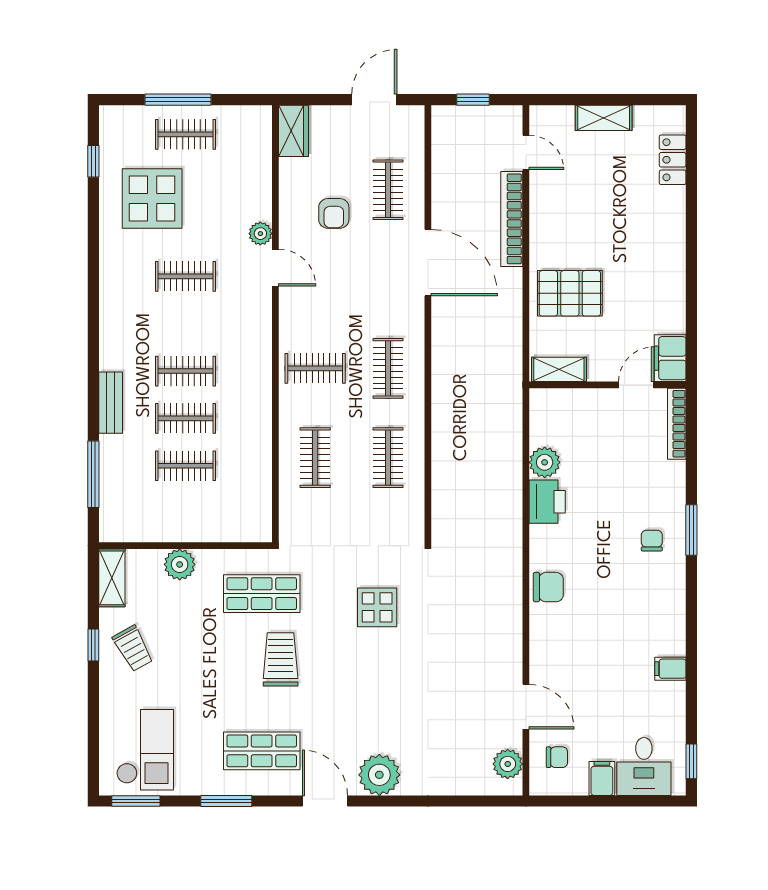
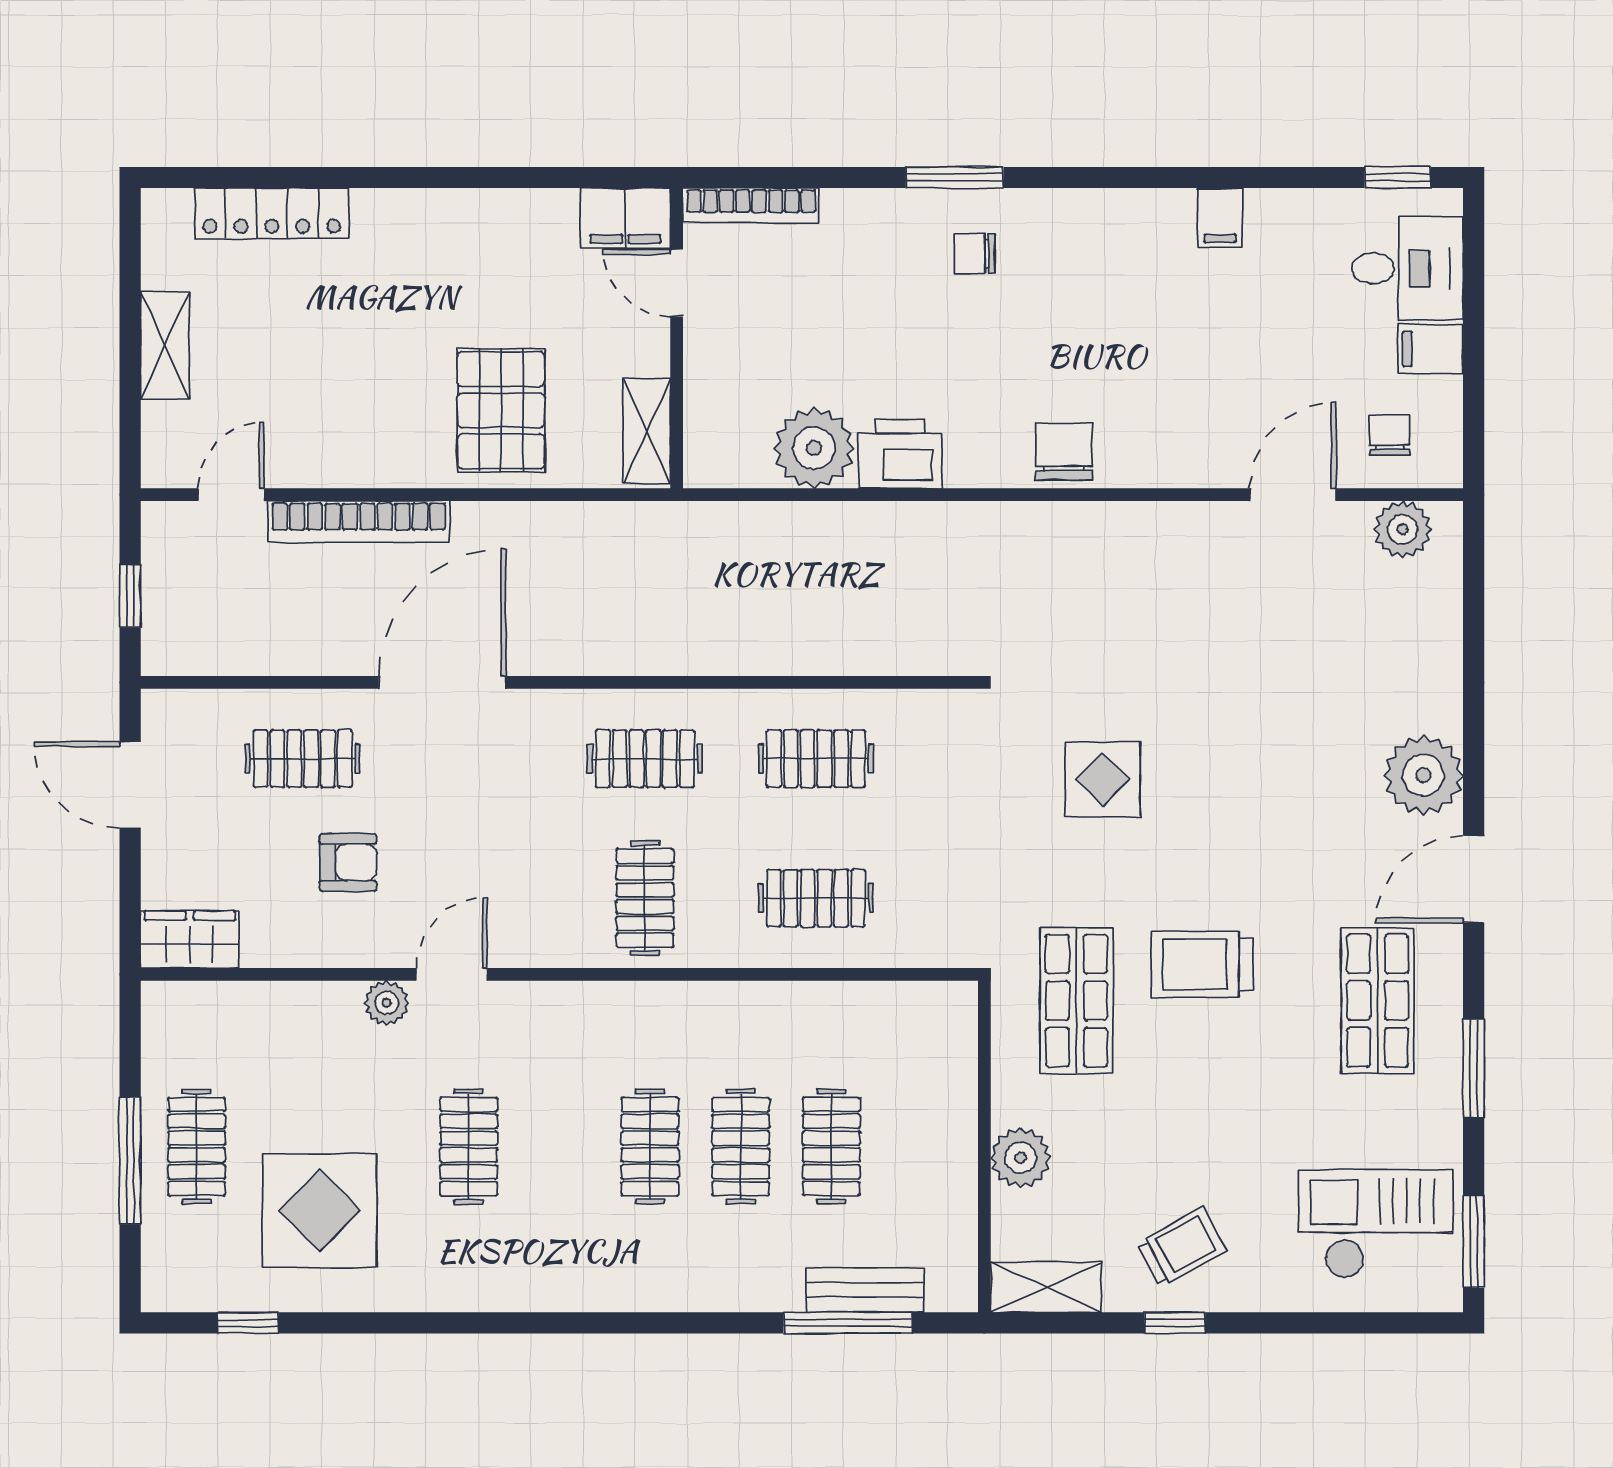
locker: (673, 160) -> (272, 213), width x1.53
bench: (111, 403) -> (865, 1290), moved
plant: (545, 462) -> (814, 448), width x1.36, depth x1.36

